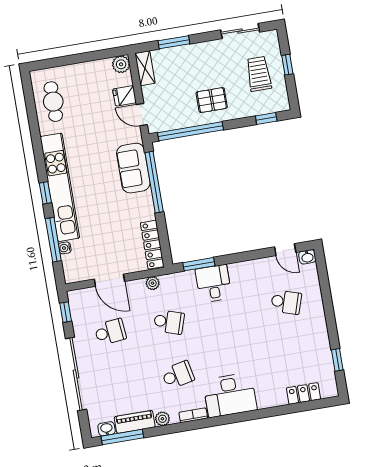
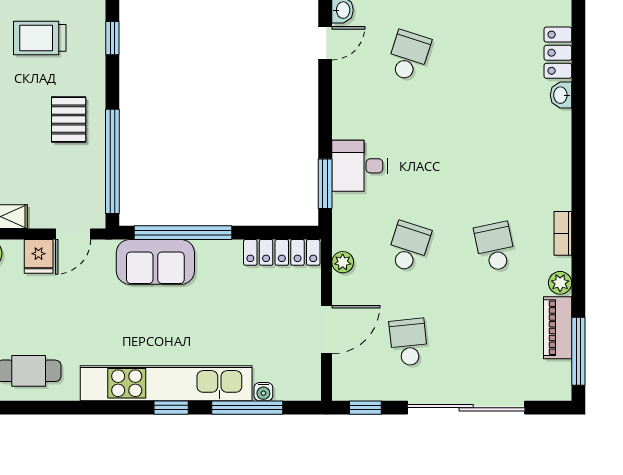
desk: (230, 395) -> (541, 170), removed
washbasin: (107, 429) -> (561, 95), moved

